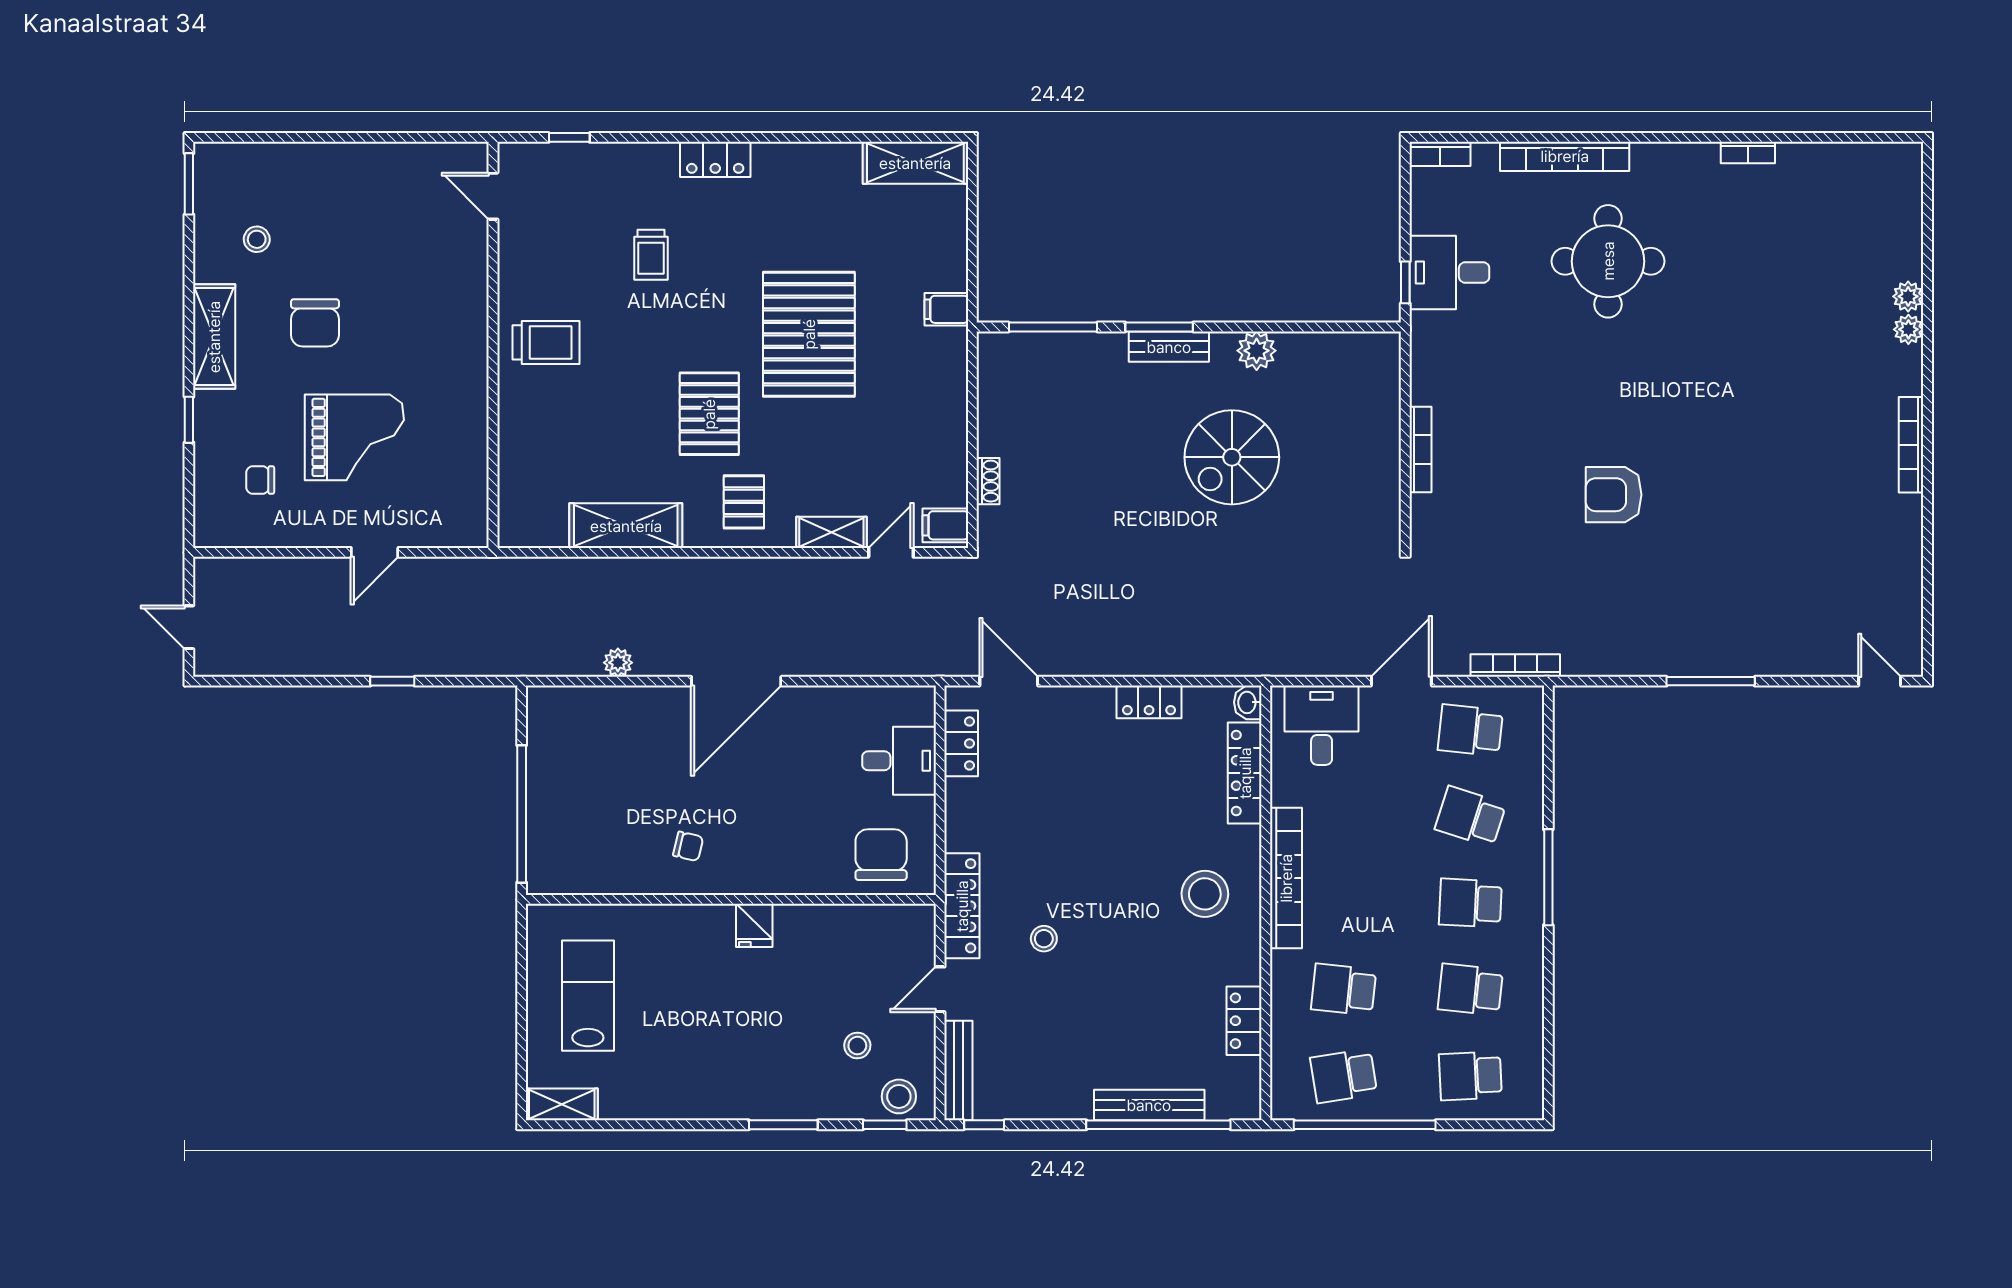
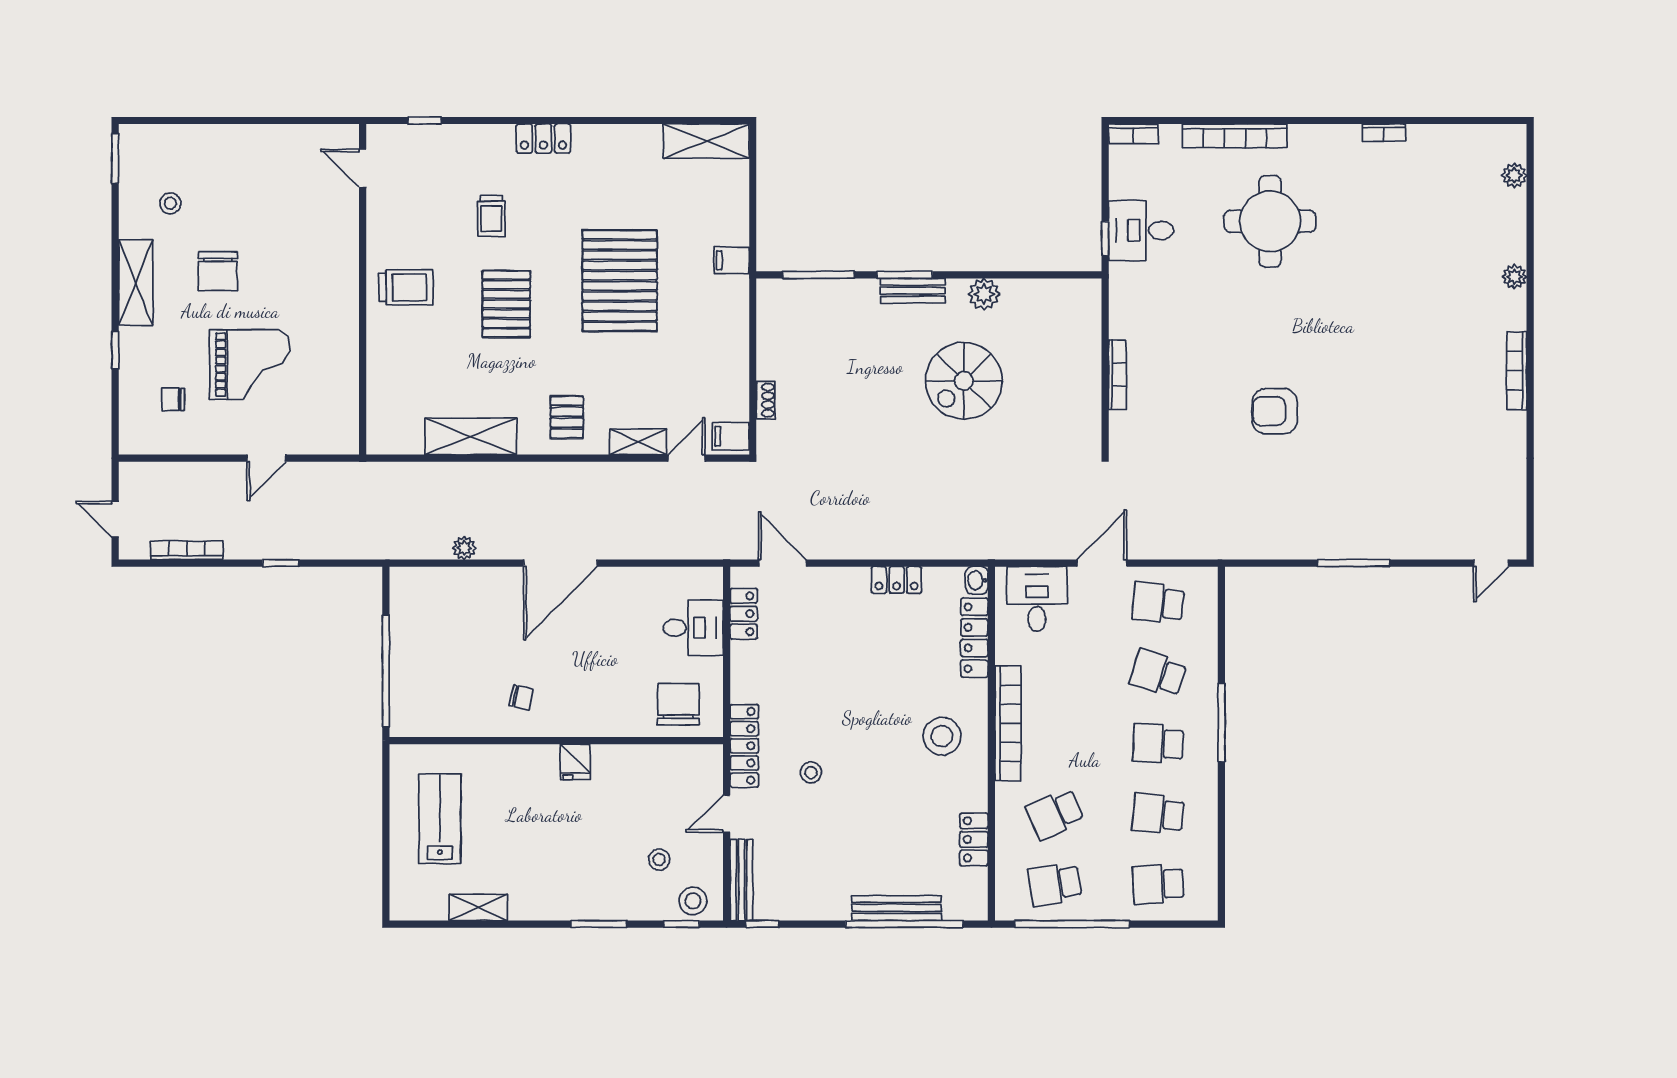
plant: (1908, 296) -> (1514, 175), moved
pallet: (709, 414) -> (506, 304), moved
bookcase: (1515, 665) -> (187, 550), moved
door: (1880, 681) -> (1491, 563), swing flipped
school desk: (1344, 989) -> (1055, 814), turned -30
shelving: (562, 1104) -> (478, 907), moved

